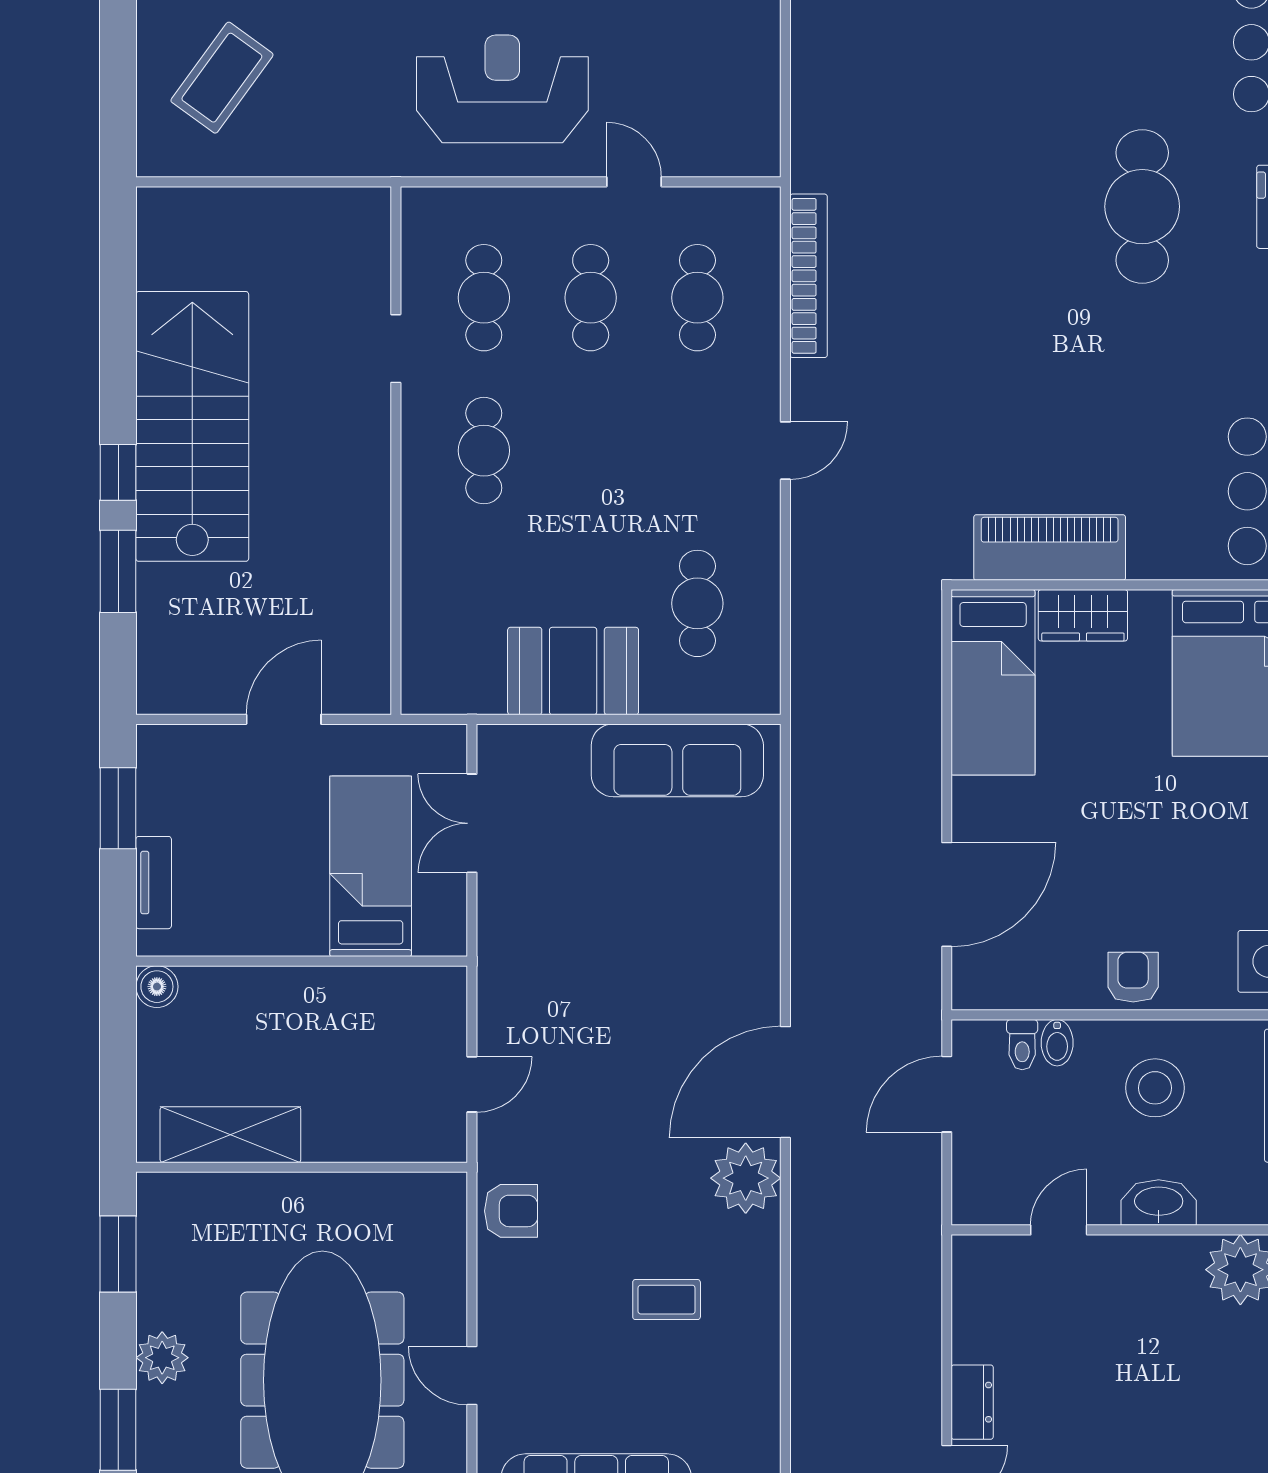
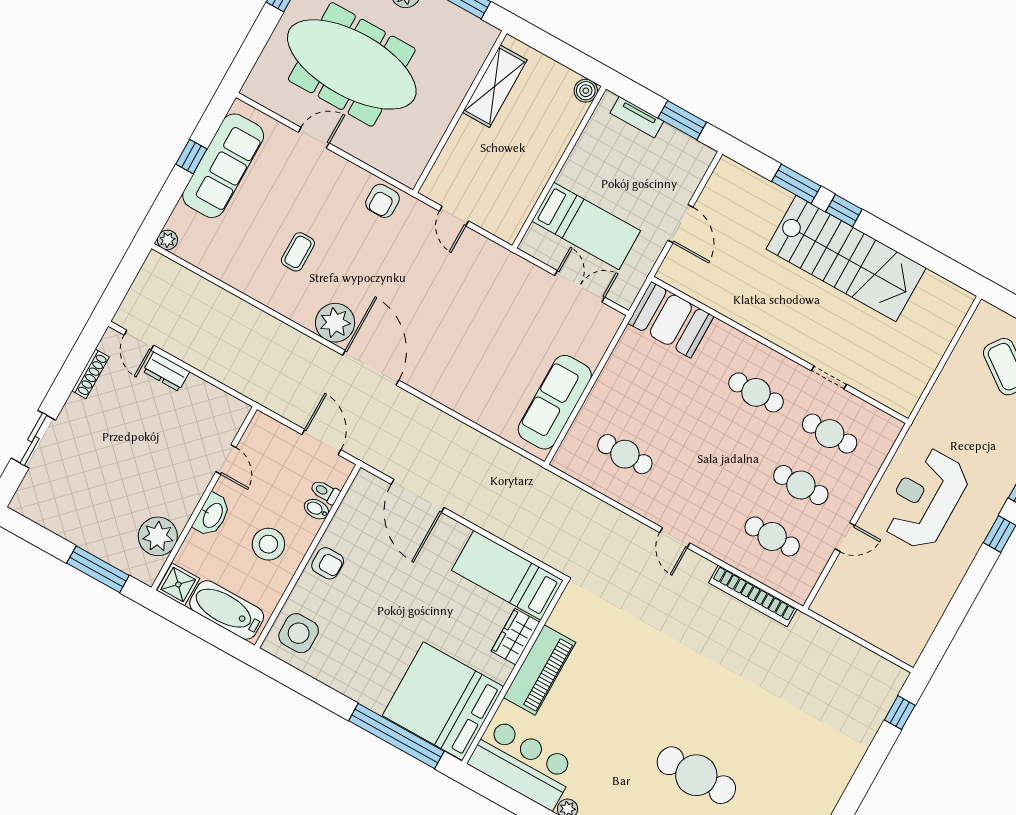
reception desk: (502, 89) -> (925, 499), turned 180
piano: (1050, 548) -> (540, 670), moved
booth: (573, 671) -> (671, 320), moved, turned 90

